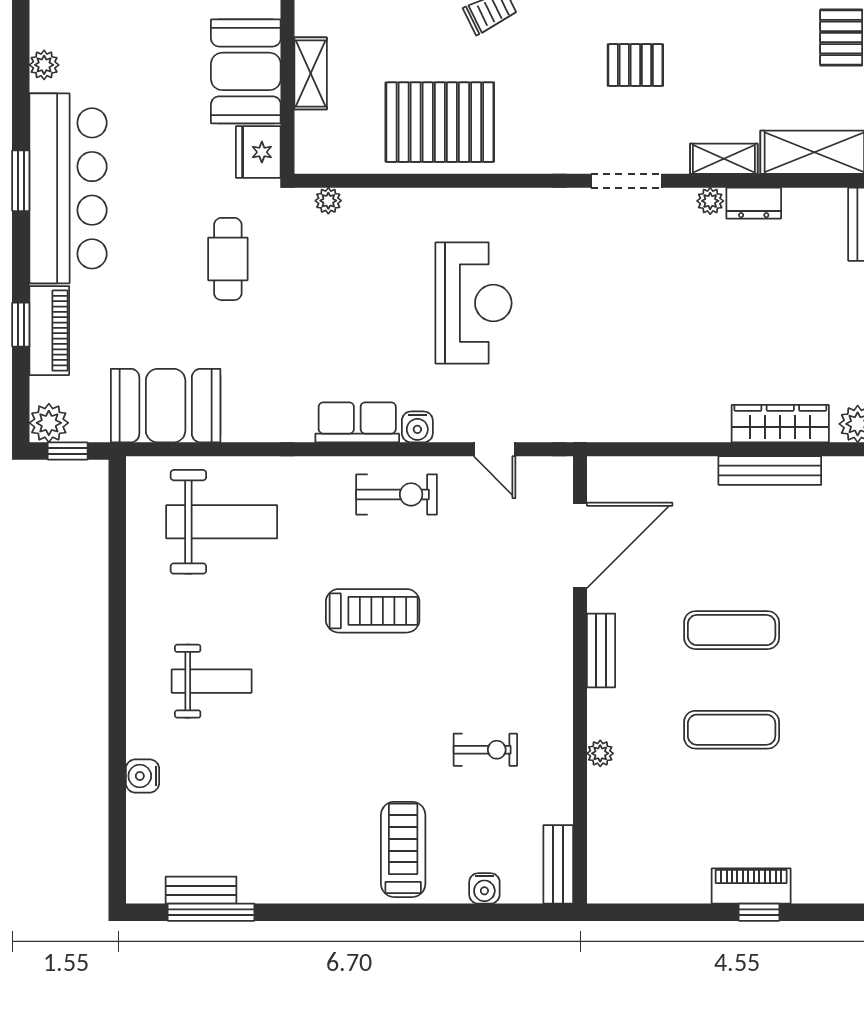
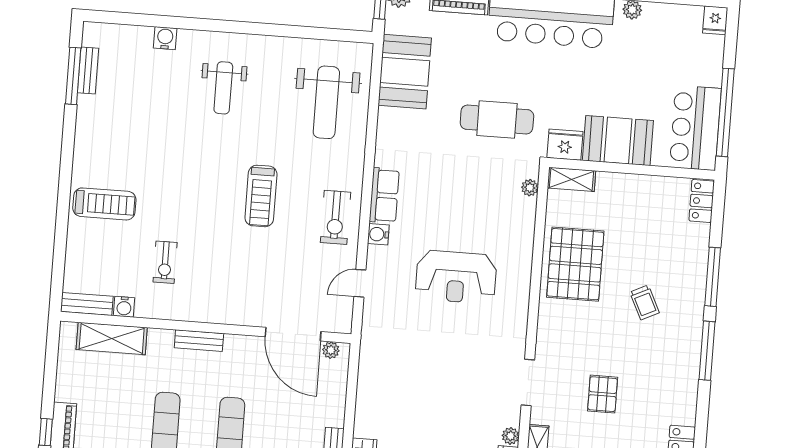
shelving: (311, 73) -> (571, 179), moved
cafe table: (228, 259) -> (497, 119), width x1.37, depth x1.35
bench: (601, 650) -> (199, 341), moved
plant: (600, 753) -> (331, 350), moved
shelving: (608, 822) -> (112, 339), added
water cooler: (484, 888) -> (124, 307), moved, turned -90

